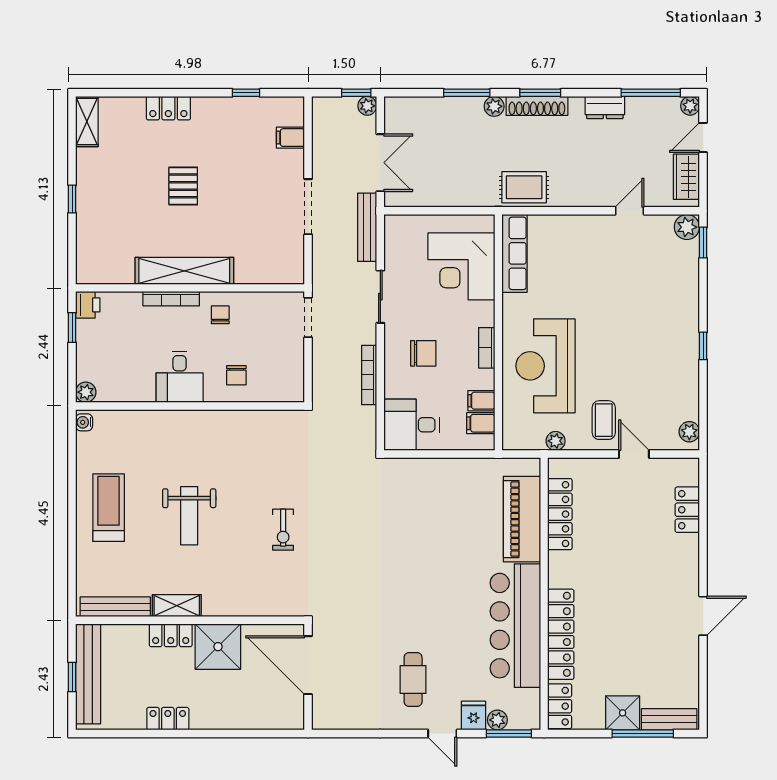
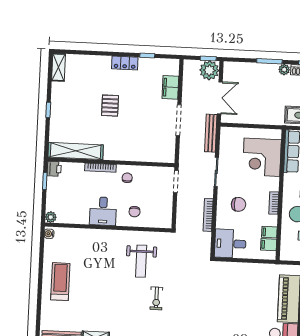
plant: (367, 106) -> (209, 70), width x1.87, depth x1.87
locker: (168, 108) -> (125, 63), moved
filing cabinet: (290, 138) -> (170, 87), width x2.00
shelving: (184, 271) -> (76, 151), moved
weight bench: (189, 516) -> (141, 261), moved

